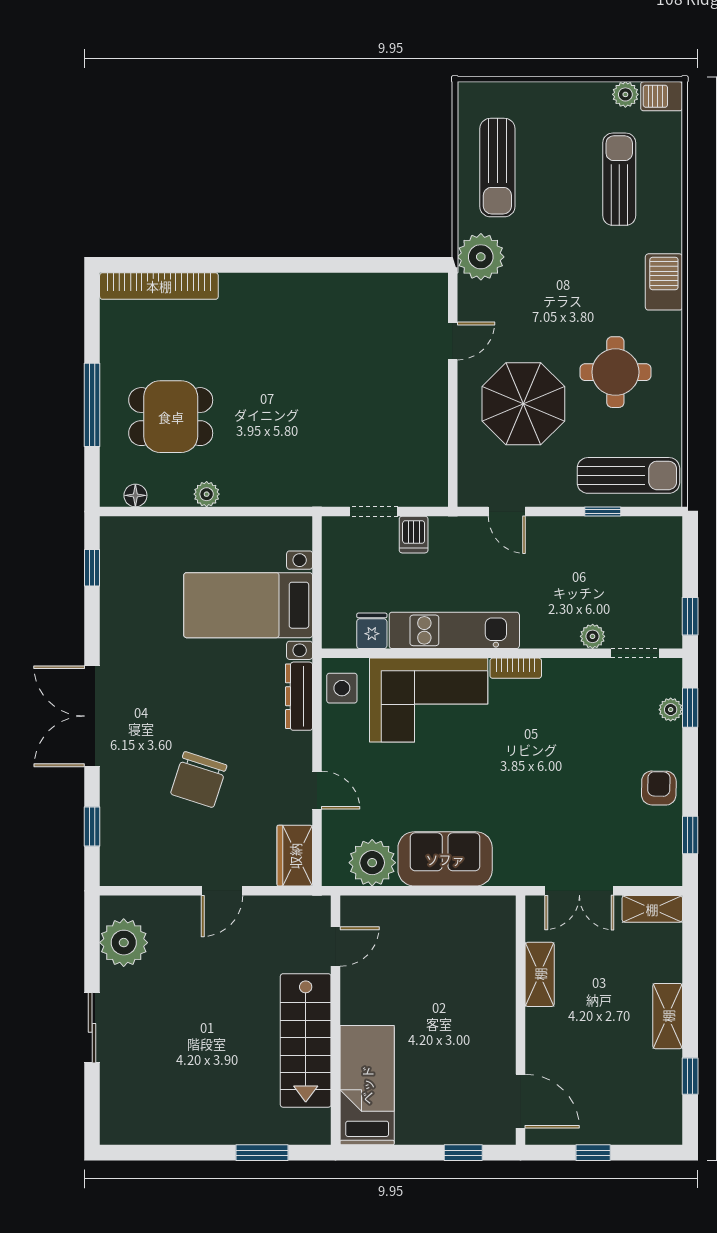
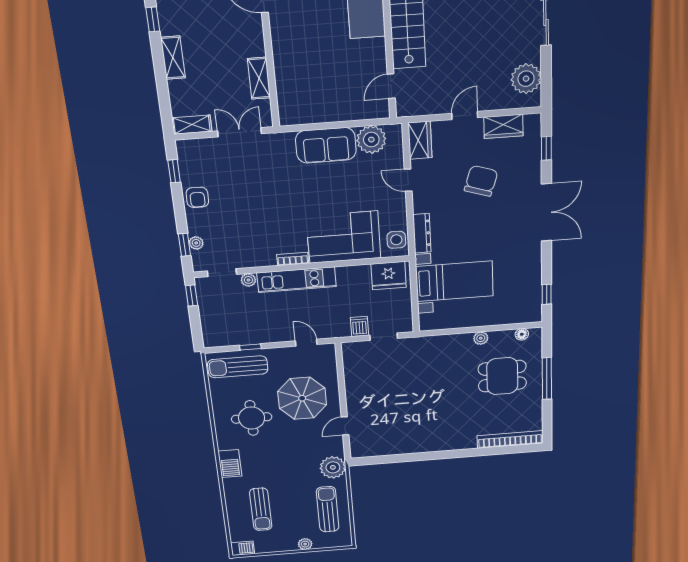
plant: (625, 94) -> (305, 544), moved
kitchen unit: (454, 630) -> (296, 280), moved
fridge: (372, 631) -> (389, 276), width x1.88, depth x1.34
wardrobe: (161, 868) -> (503, 126), added

